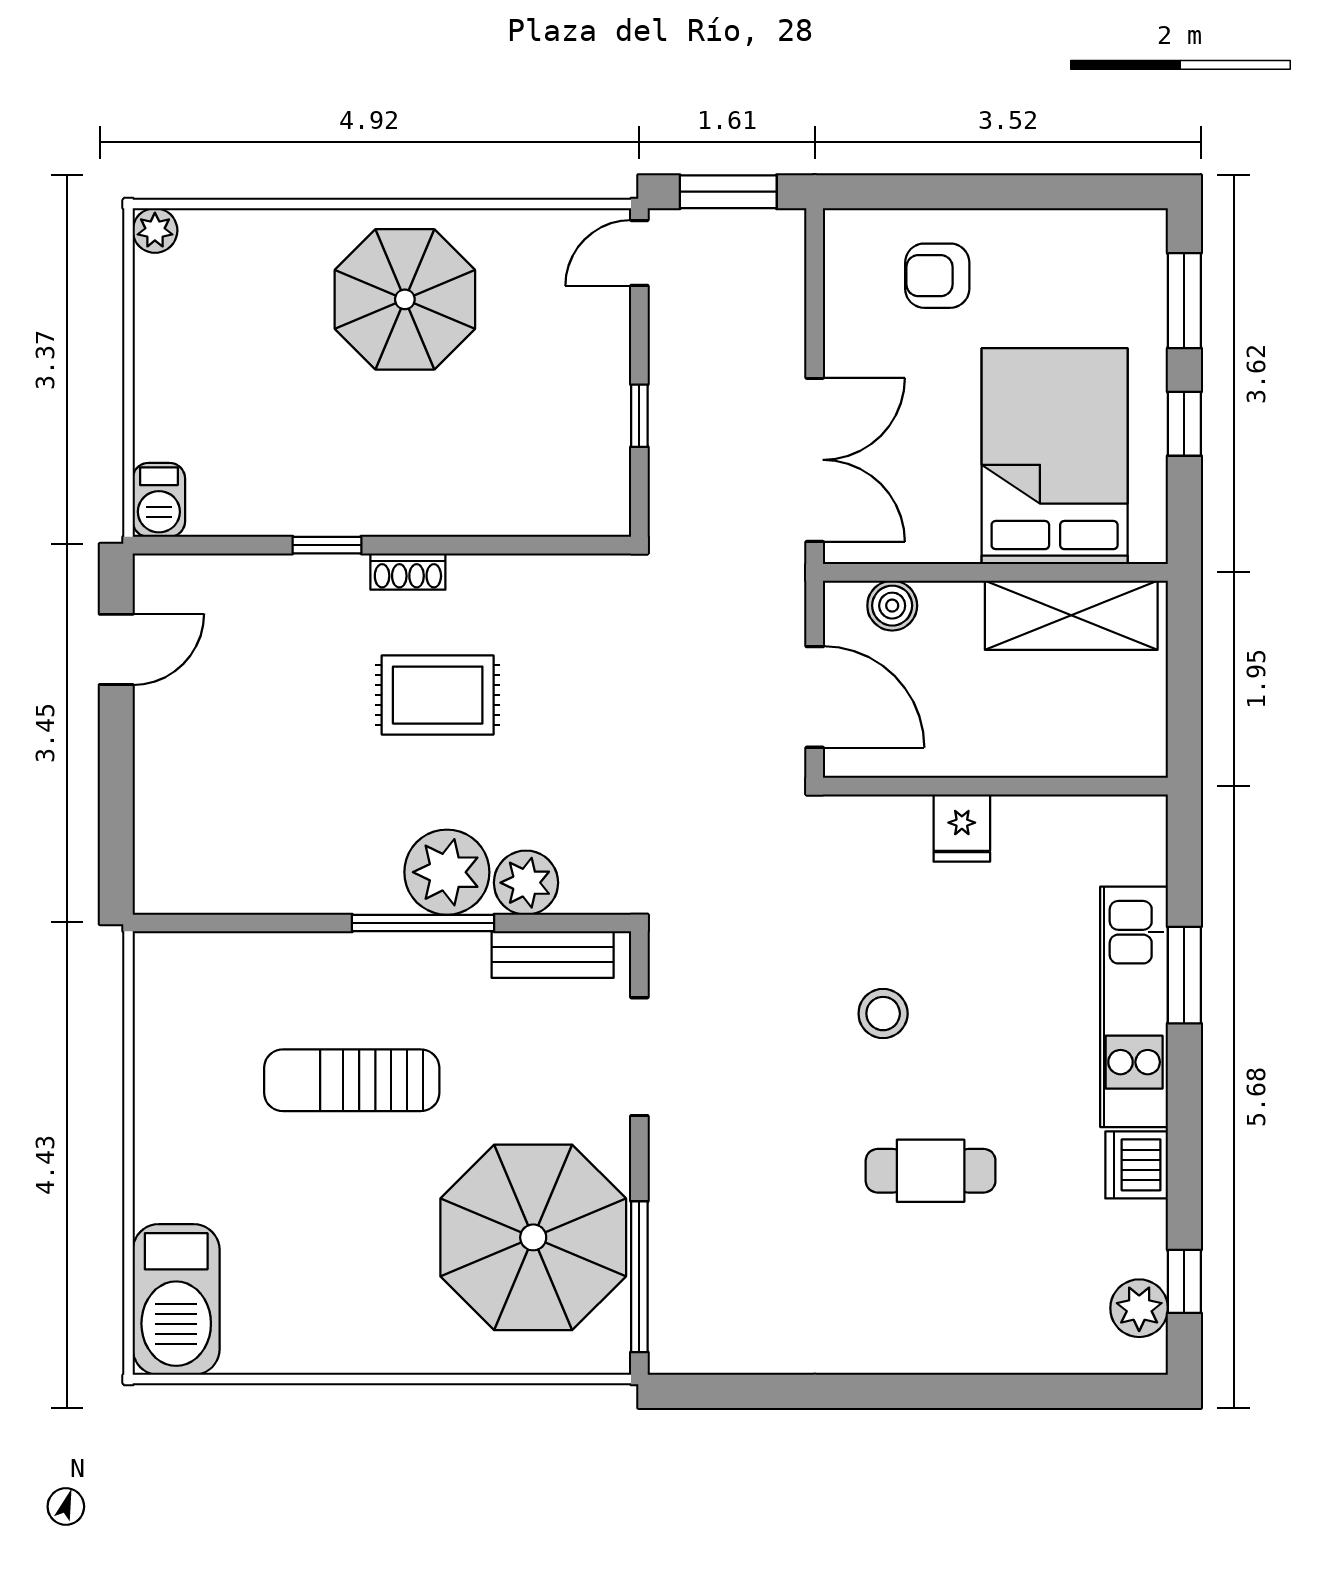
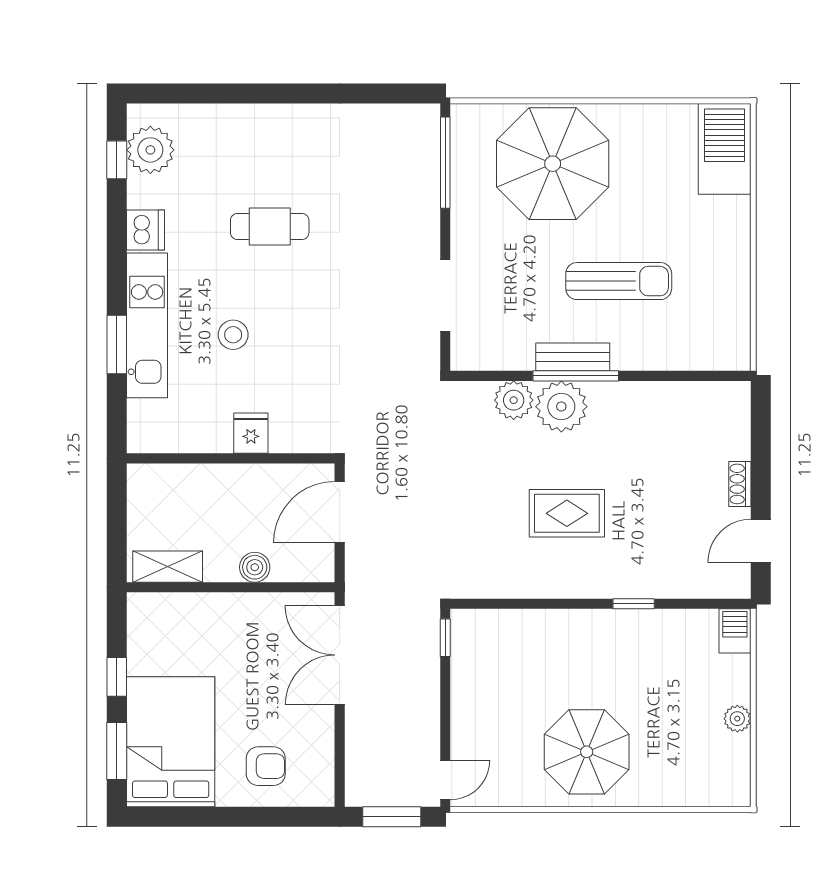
plant: (155, 230) -> (737, 719), moved
window: (639, 416) -> (445, 638), moved
bed: (1055, 456) -> (171, 742), moved, turned 180
shoe rack: (408, 571) -> (740, 484), moved, turned -90
boiler: (892, 606) -> (255, 567), moved
shelving: (1071, 615) -> (168, 567), width x0.67, depth x0.75
door: (815, 697) -> (340, 512), hinge flipped
bench: (553, 955) -> (573, 357), moved
stool: (883, 1014) -> (233, 335), moved
parasol: (533, 1237) -> (553, 164), moved
plant: (1139, 1308) -> (150, 150), width x1.36, depth x1.36

